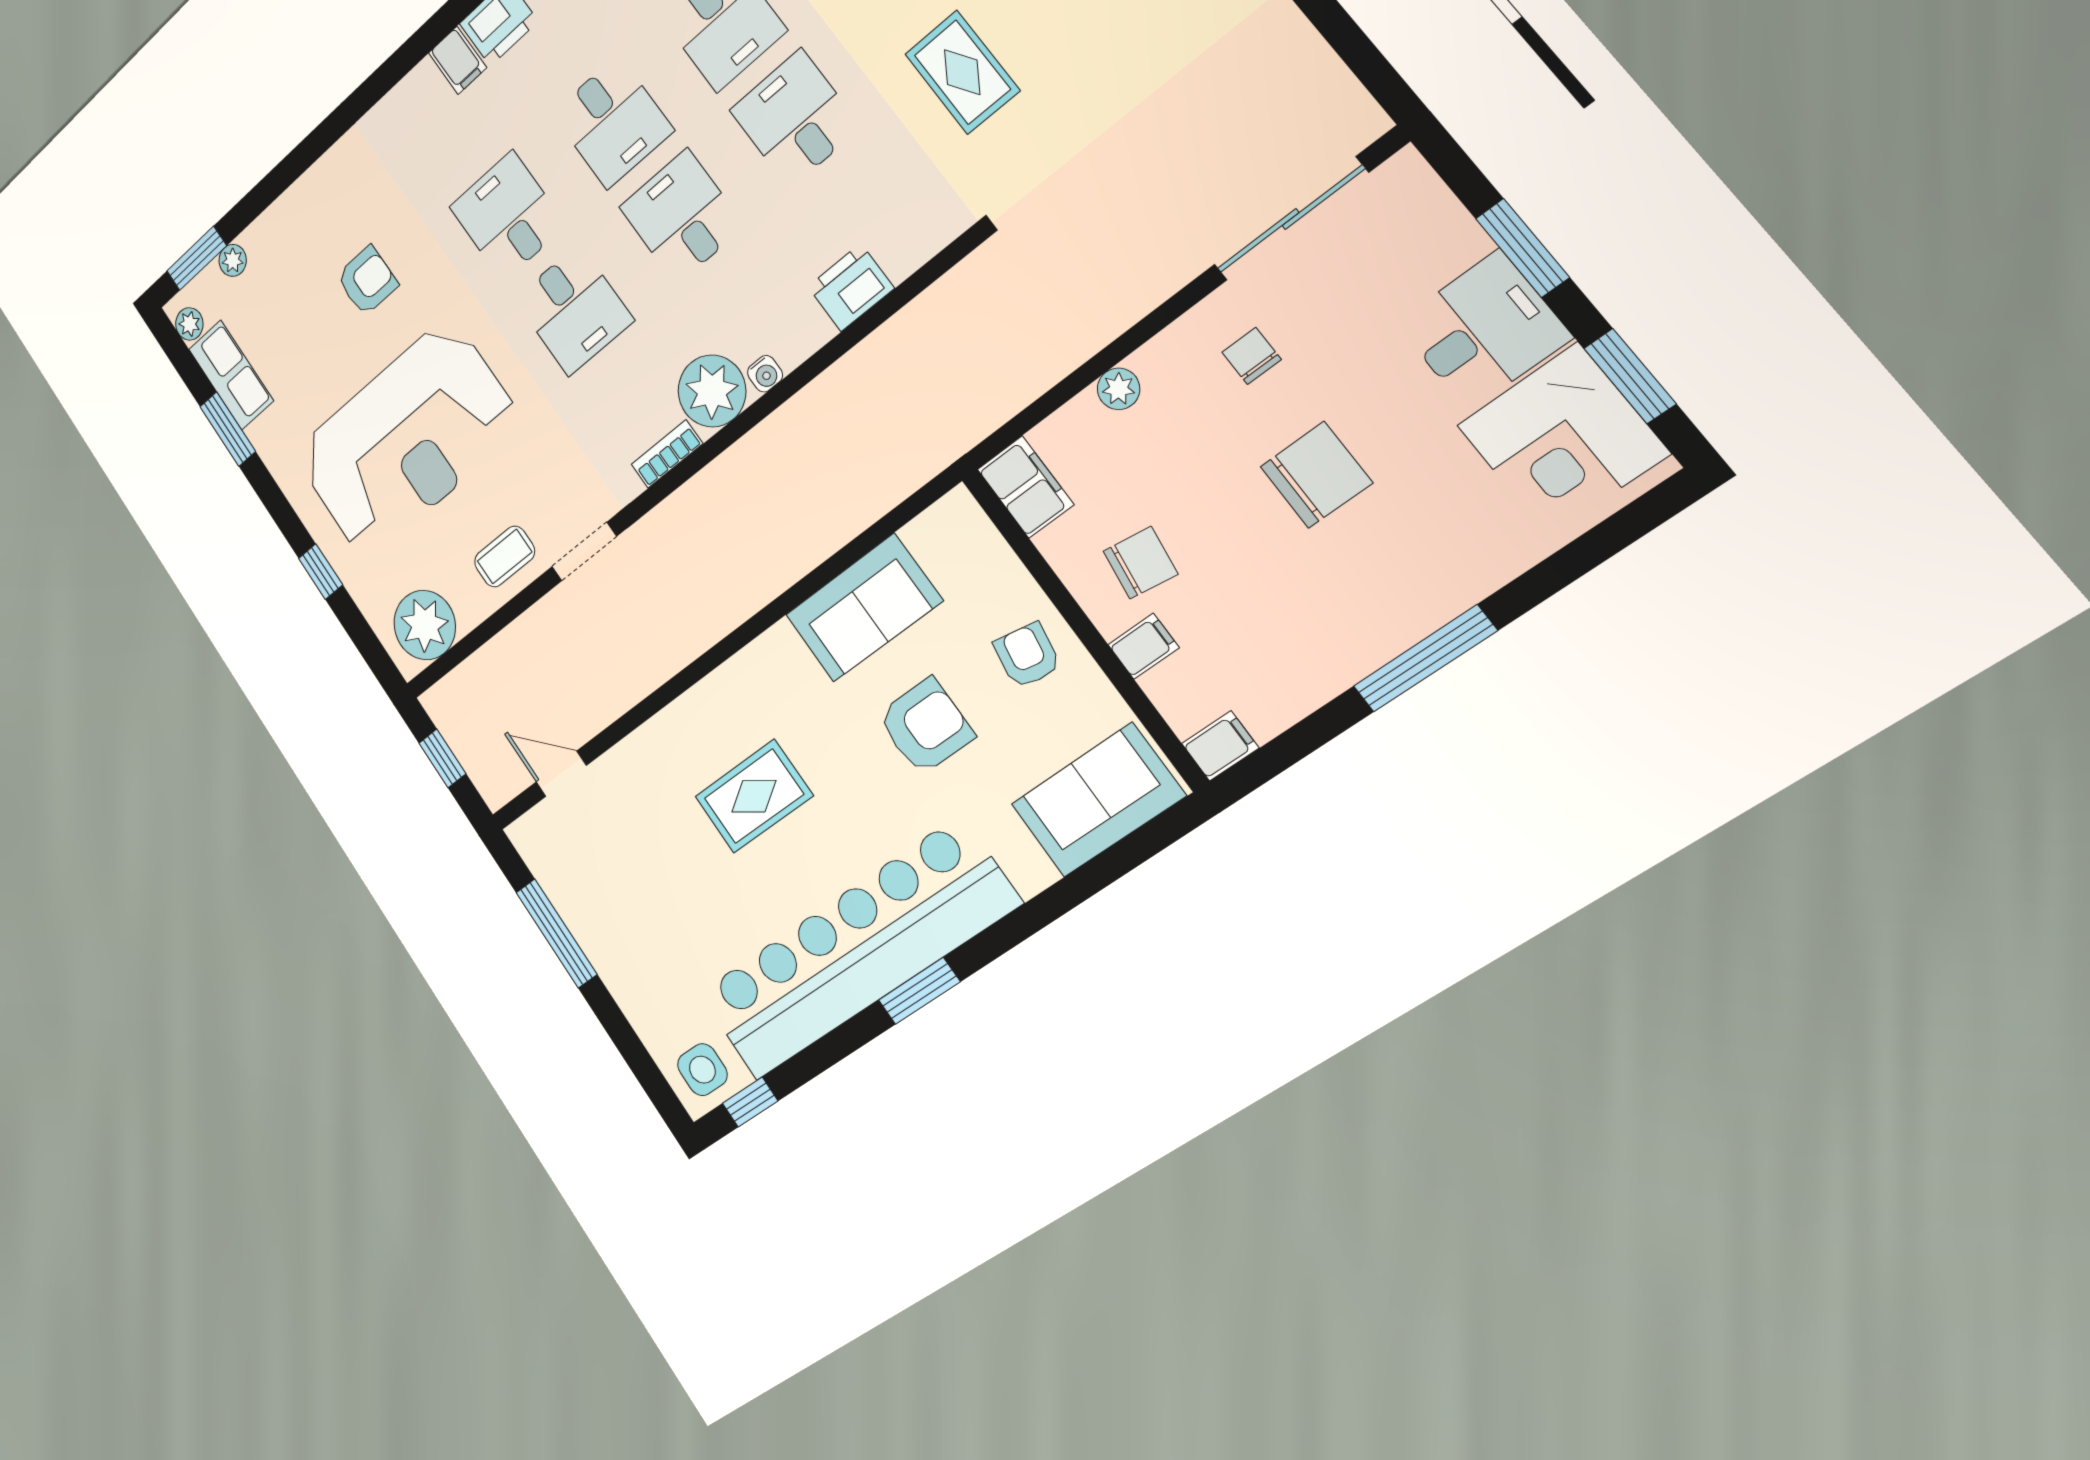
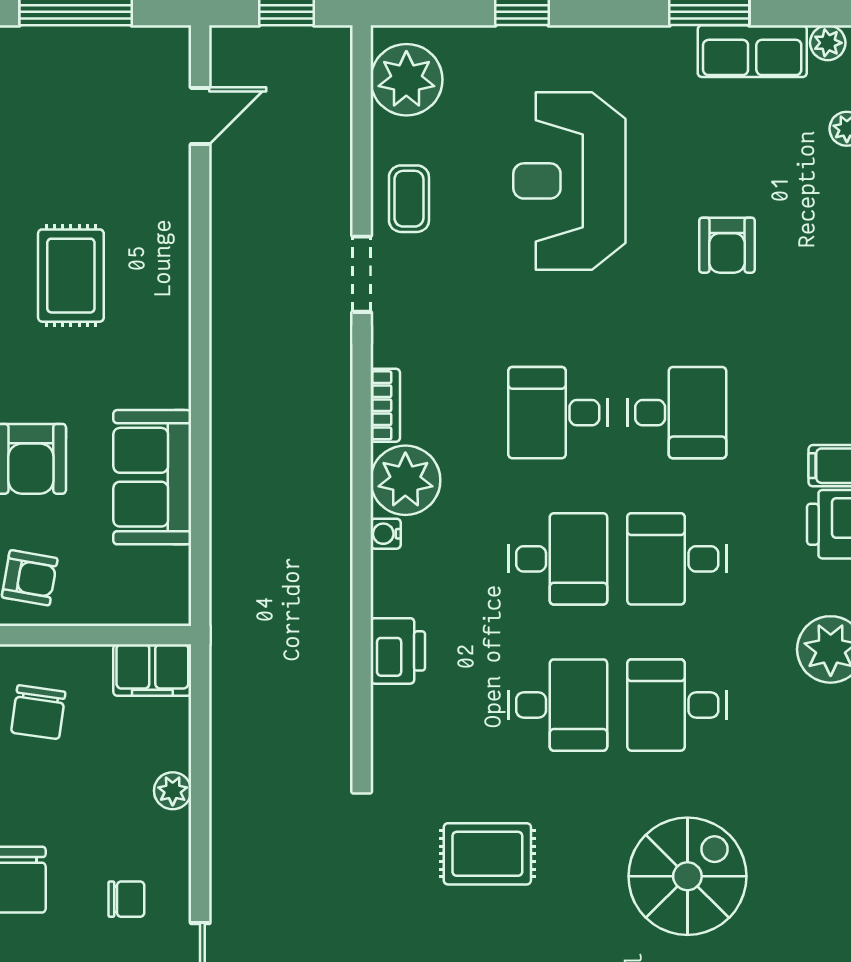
reception desk: (407, 440) -> (569, 181), width x0.74, depth x0.77

